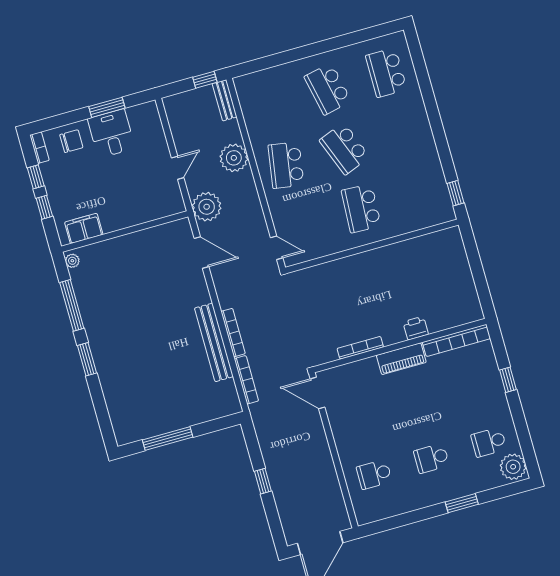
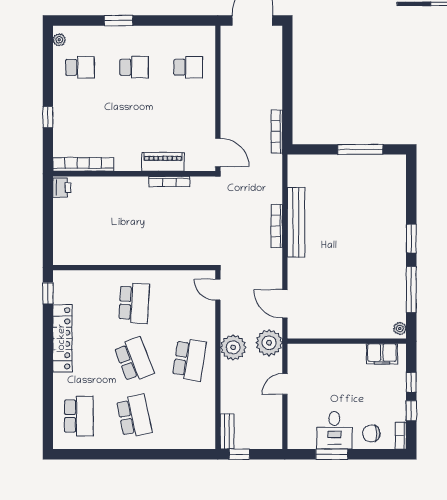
locker: (427, 150) -> (62, 338), added
plant: (234, 158) -> (233, 347), moved
printer: (416, 328) -> (62, 188), moved, turned -90
piano: (401, 359) -> (163, 162), moved
bookcase: (246, 380) -> (277, 131), moved
plant: (513, 467) -> (59, 40), width x0.53, depth x0.53
window: (263, 481) -> (287, 89), removed

